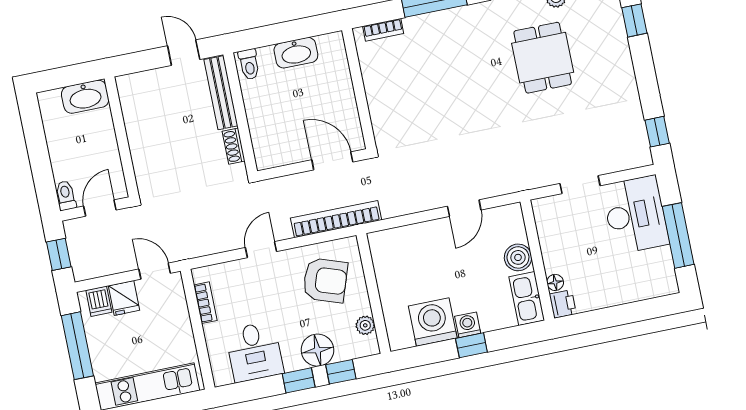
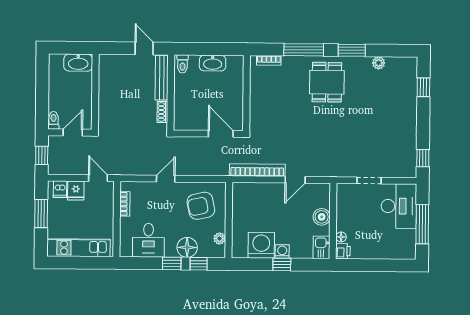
dining table: (543, 58) -> (327, 82), moved
bookcase: (336, 219) -> (257, 170), moved
armchair: (325, 280) -> (201, 206), turned 149
kitchen sink: (527, 299) -> (322, 247), width x0.73
window: (77, 346) -> (41, 214), width x0.69

